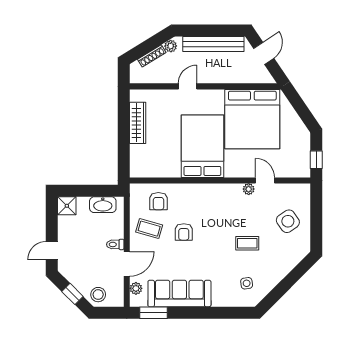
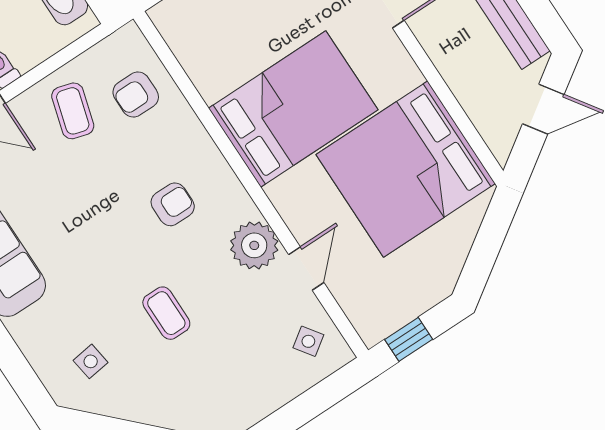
plant: (249, 189) -> (254, 245), width x1.87, depth x1.87
side table: (288, 221) -> (308, 341), moved, width x0.54, depth x0.54
armchair: (184, 232) -> (173, 204), moved, turned 180

